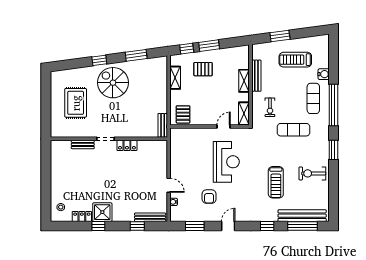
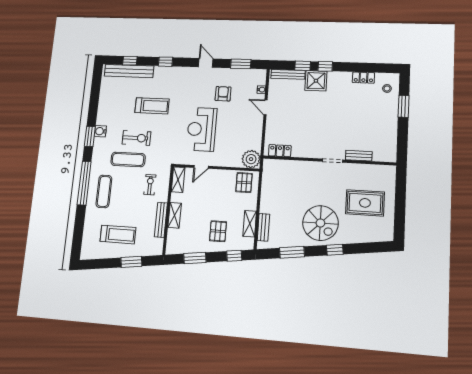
window: (209, 46) -> (195, 258), moved
pallet: (203, 69) -> (218, 231), turned 90
water cooler: (324, 74) -> (100, 131), moved
rug: (76, 103) -> (365, 203), turned 90
bench: (163, 125) -> (263, 227), moved
plant: (178, 136) -> (251, 159), added
locker: (127, 145) -> (280, 151), moved
exercise bike: (312, 173) -> (136, 138), moved
treadmill: (276, 182) -> (152, 106), turned 90
window: (46, 191) -> (404, 106), added
shower: (102, 212) -> (316, 81), moved
window: (98, 226) -> (325, 66), moved
door: (228, 226) -> (206, 63), swing flipped
window: (302, 226) -> (130, 61), width x0.46

